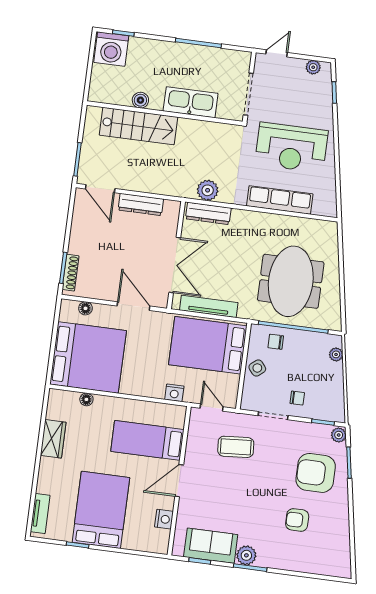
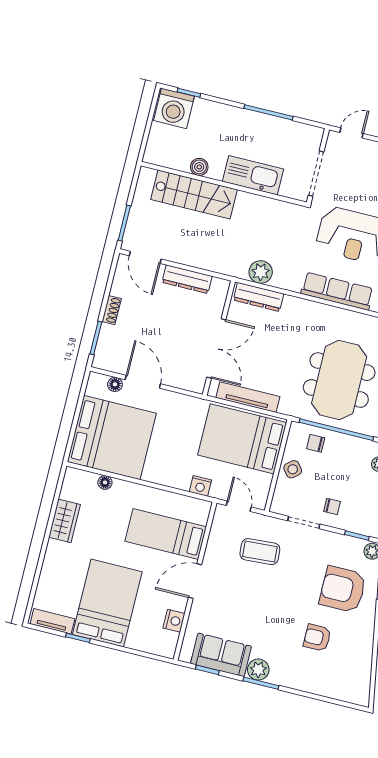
shoe rack: (71, 273) -> (112, 310), moved, width x0.70
door: (134, 306) -> (143, 382), moved
tv unit: (40, 514) -> (52, 621), moved, turned -90

